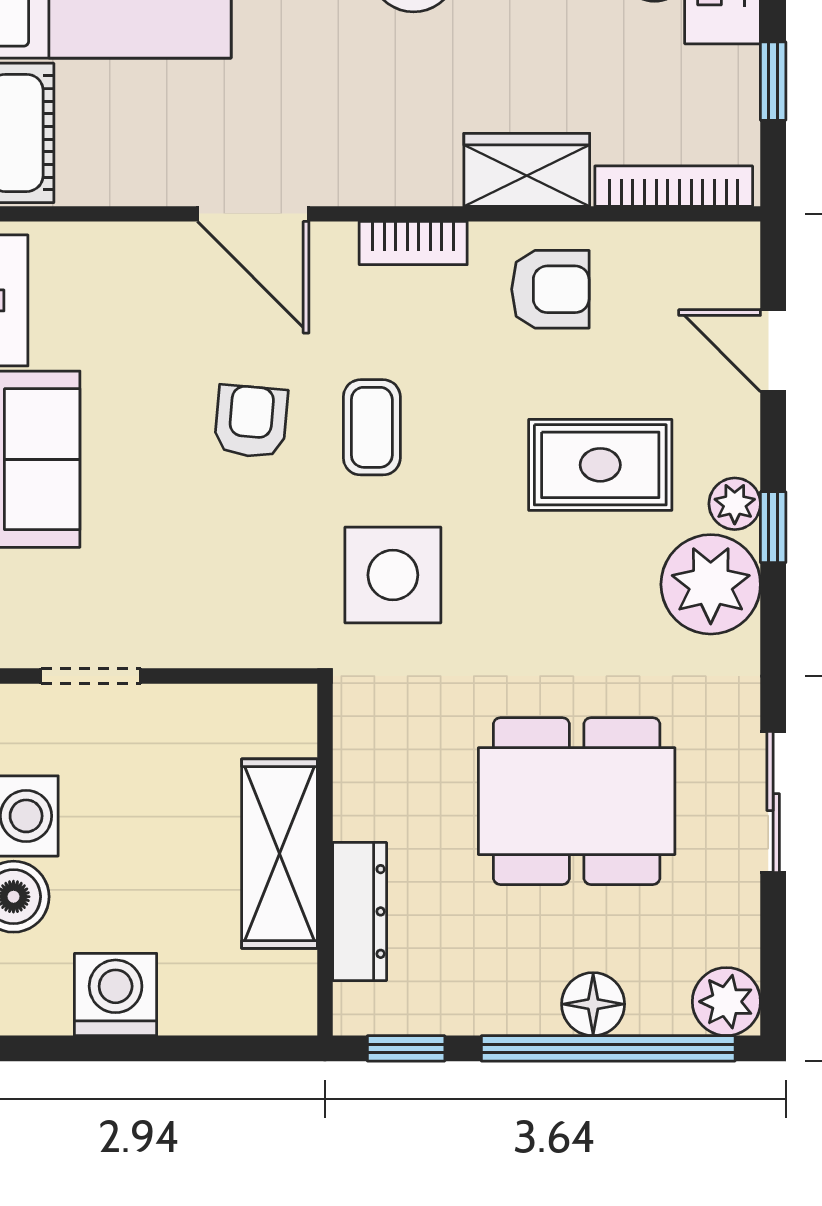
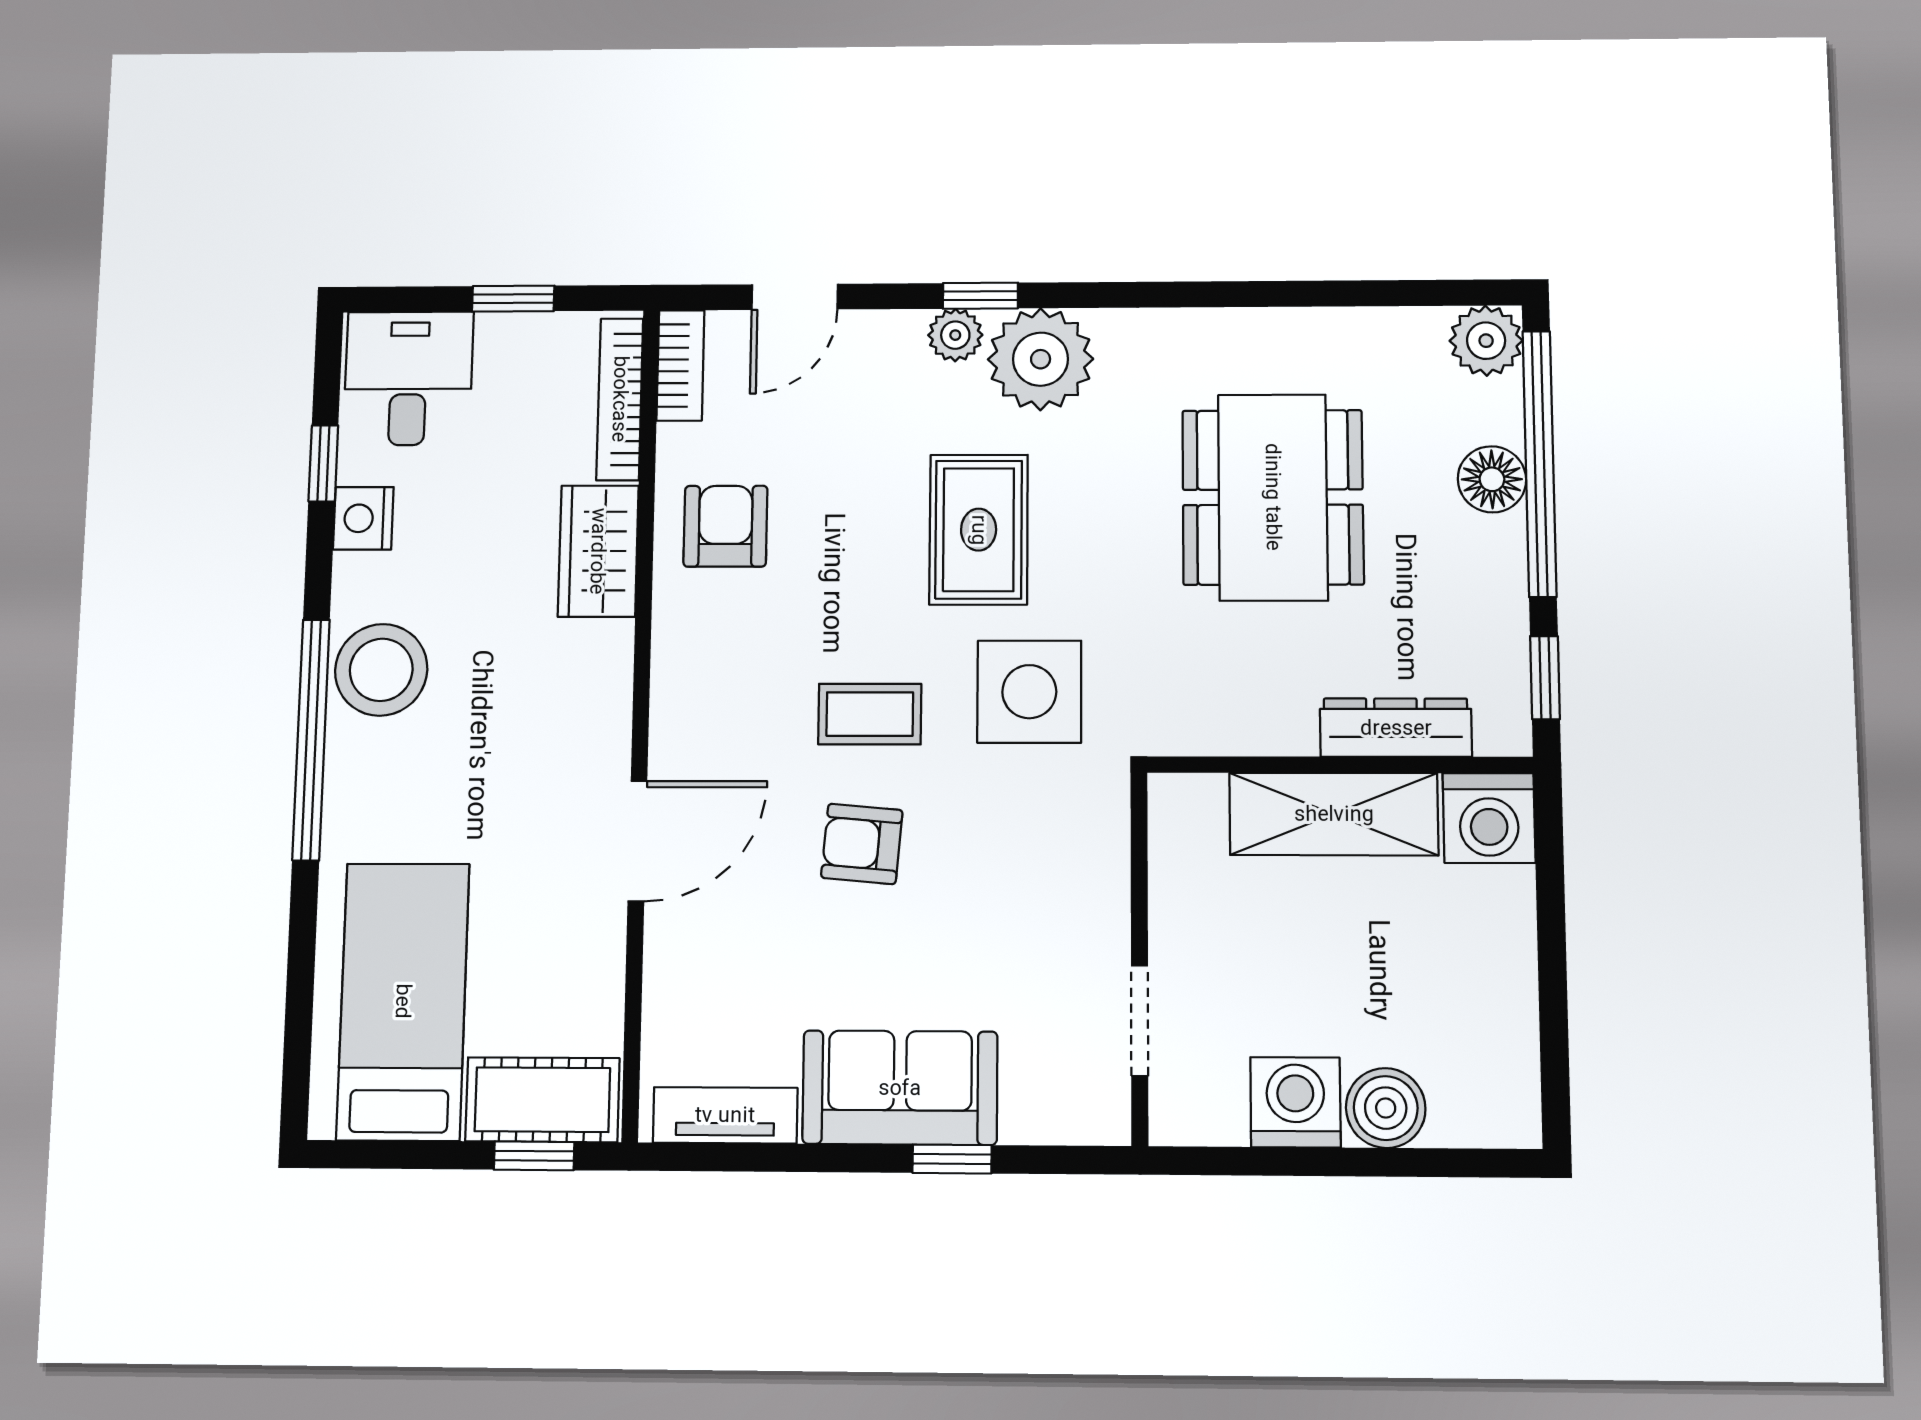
bookcase: (413, 243) -> (680, 365), moved
rug: (600, 465) -> (979, 530), moved
sliding door: (773, 802) -> (1272, 294), removed
washing machine: (116, 995) -> (1489, 818), moved, turned -90

